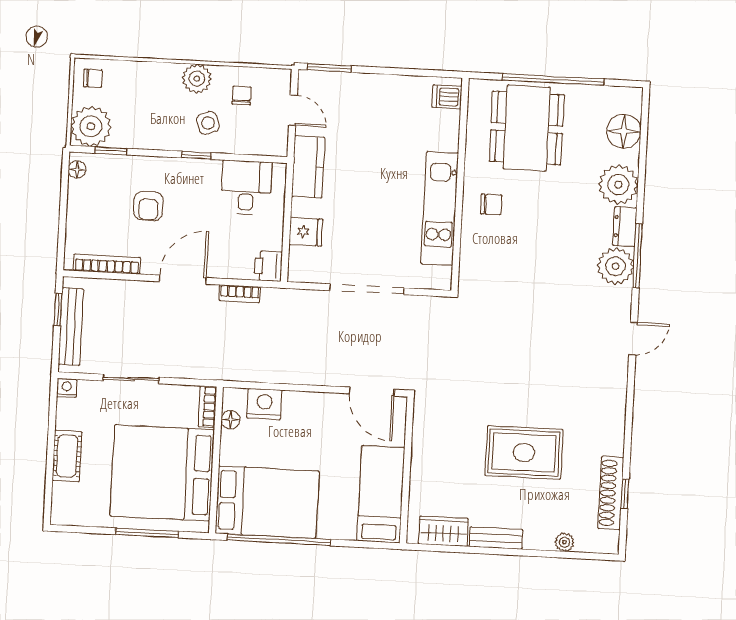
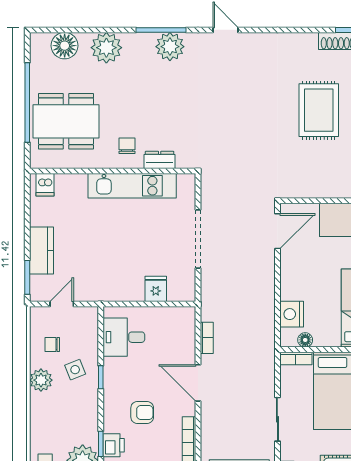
kitchen counter: (308, 167) -> (41, 251), moved, turned 90
dresser: (625, 227) -> (160, 160), moved, turned 180
printer: (268, 266) -> (114, 445), moved, turned -90

